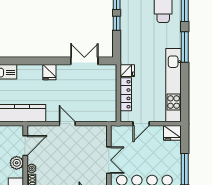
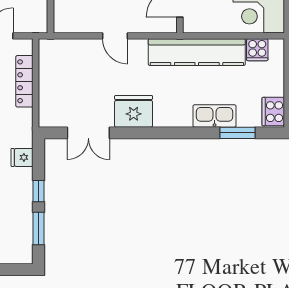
fridge: (127, 71) -> (22, 157), moved
fridge: (49, 72) -> (134, 111), width x1.88, depth x1.34

